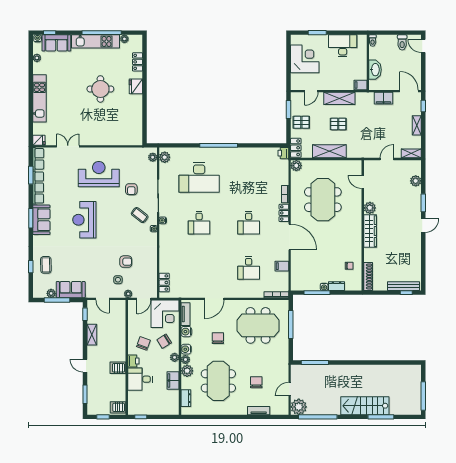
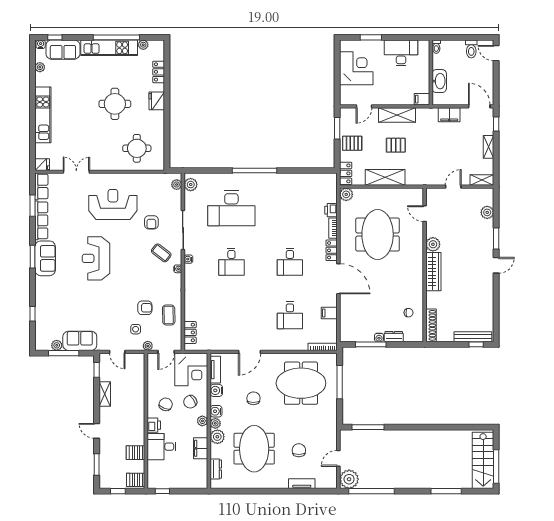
round table: (119, 127) -> (137, 148), added
printer: (283, 153) -> (331, 210), moved
coffee table: (46, 265) -> (169, 315), moved
server rack: (118, 368) -> (135, 453), moved
stairs: (365, 406) -> (483, 460), moved, turned -90

